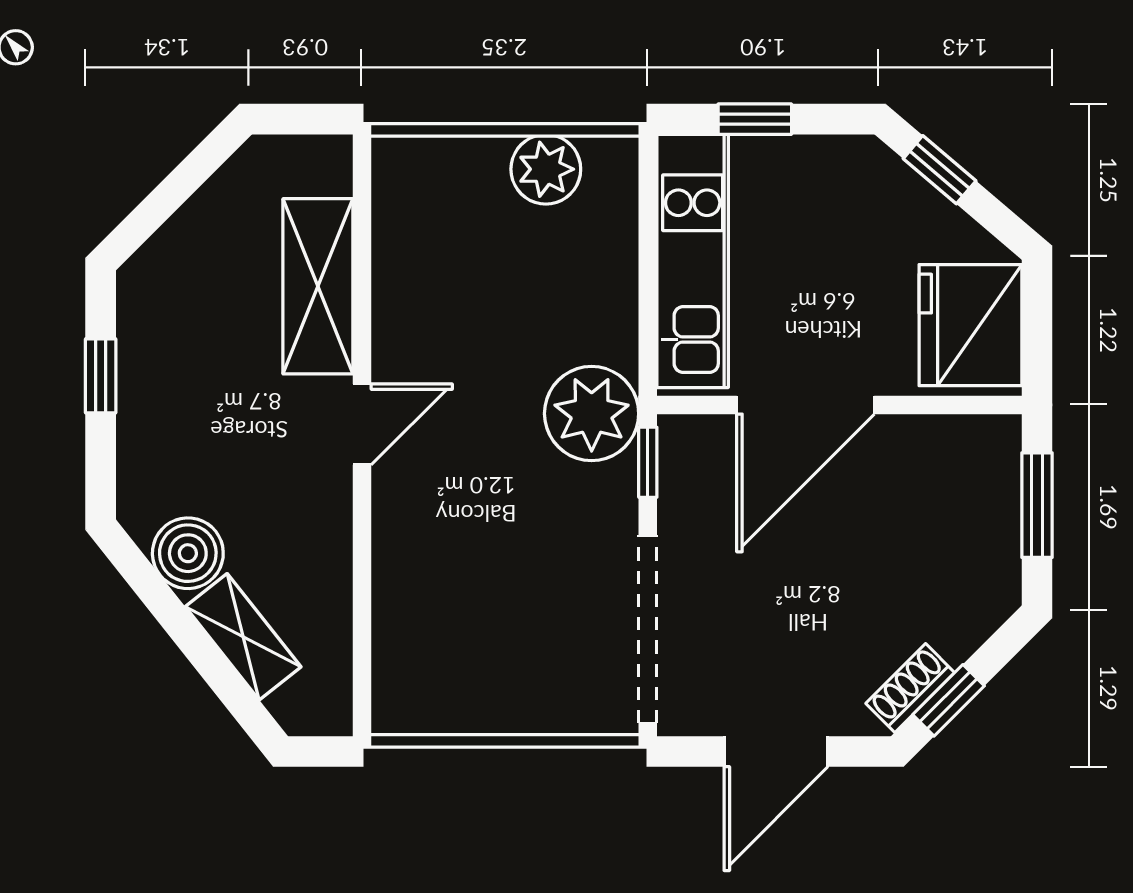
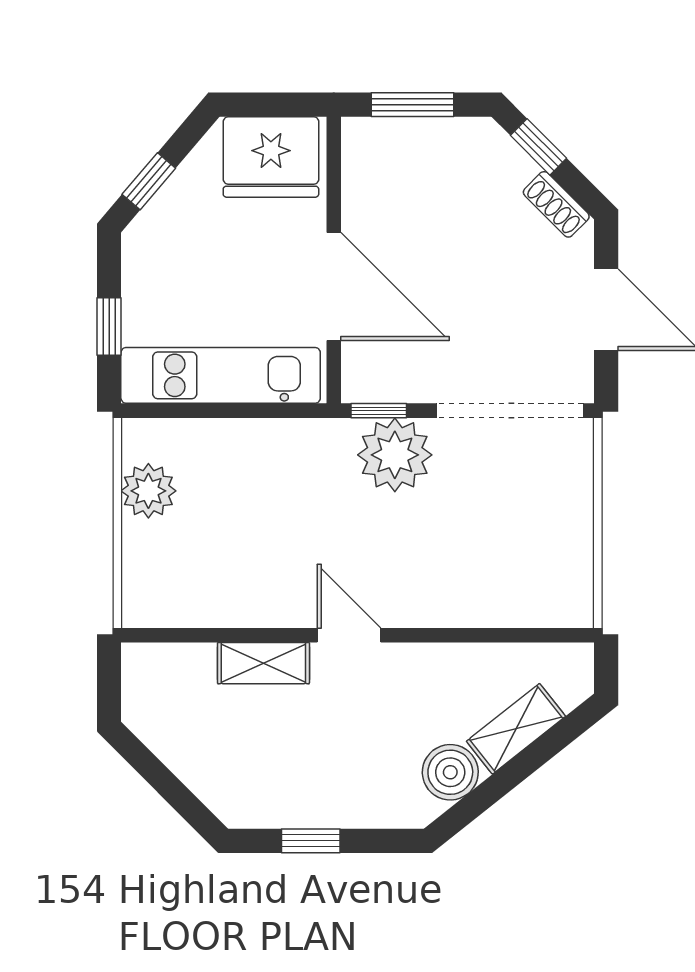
shelving: (318, 286) -> (263, 663), width x0.67, depth x0.75
plant: (592, 414) -> (395, 455), moved
window: (948, 700) -> (539, 147), moved

